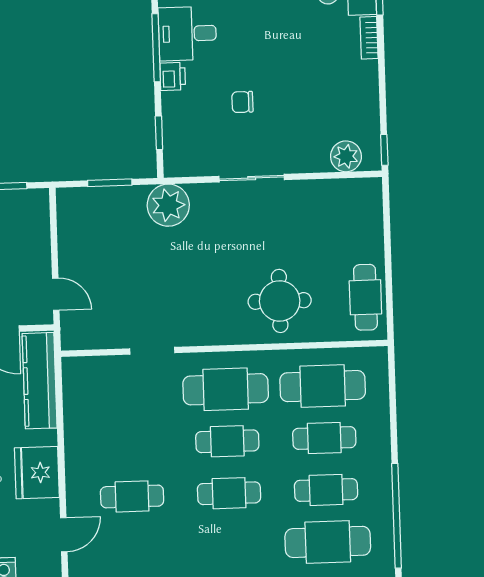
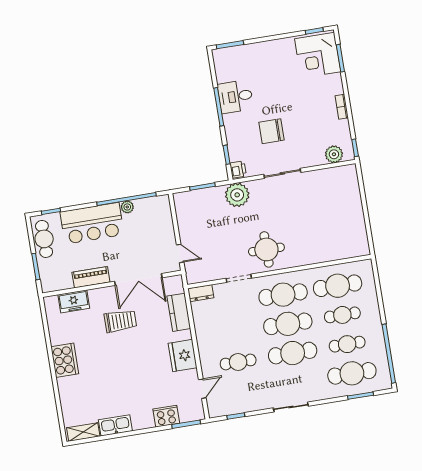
bookcase: (369, 38) -> (342, 107), moved
printer: (173, 76) -> (238, 169), moved
chair: (242, 102) -> (271, 131), width x1.87, depth x1.87
cafe table: (365, 297) -> (355, 232), removed
round table: (280, 301) -> (266, 249), moved
dresser: (83, 368) -> (201, 293), added
kitchen counter: (40, 381) -> (179, 312), width x0.67
cafe table: (227, 441) -> (288, 324), width x1.37, depth x1.35
cafe table: (229, 493) -> (293, 353), width x1.37, depth x1.35

